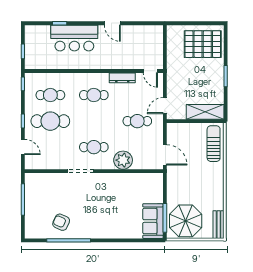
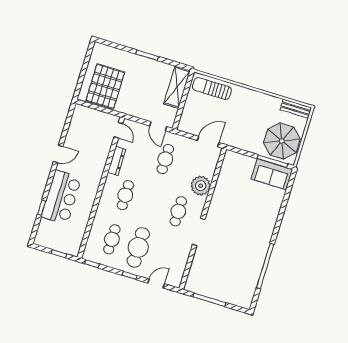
pallet: (203, 44) -> (105, 86), moved
door: (150, 71) -> (118, 130), hinge flipped
armchair: (61, 222) -> (244, 268), removed

